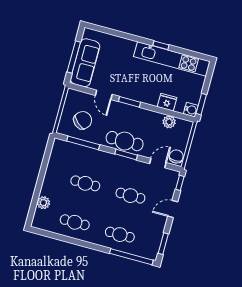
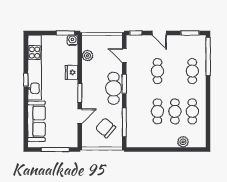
sofa: (85, 63) -> (36, 121), moved, turned 90
fridge: (167, 102) -> (72, 72), moved
chair: (176, 156) -> (115, 42), removed
cafe table: (80, 203) -> (175, 111), added

